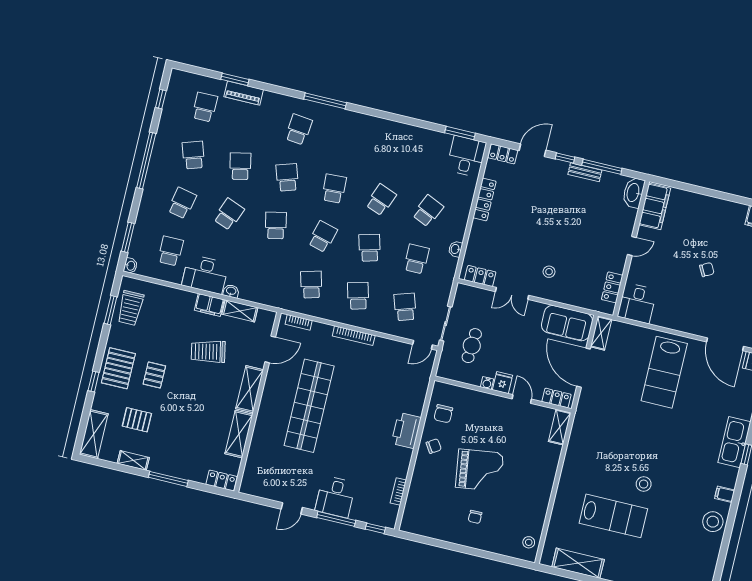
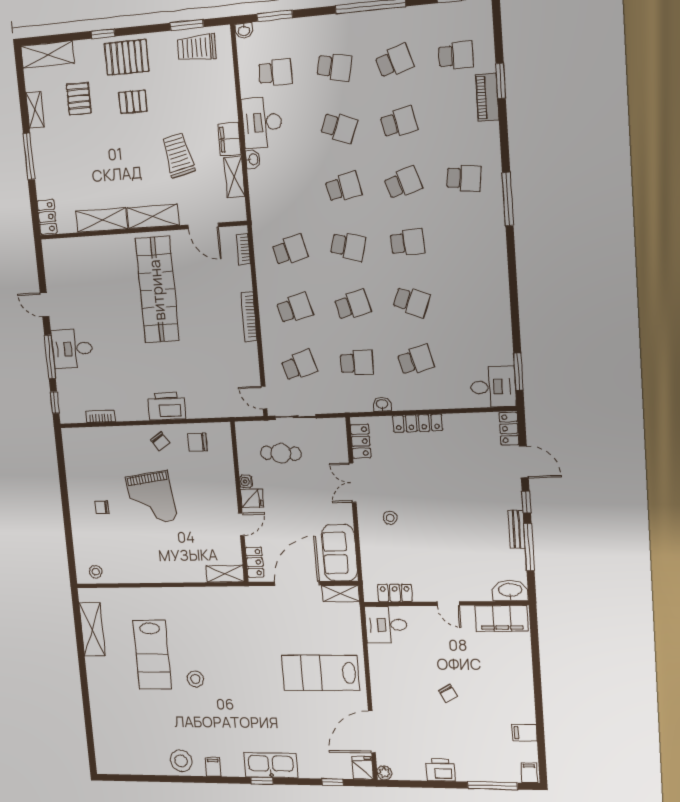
locker: (484, 199) -> (418, 423), moved
school desk: (428, 211) -> (416, 360), turned -39
shop shelf: (309, 406) -> (157, 290), turned 90

